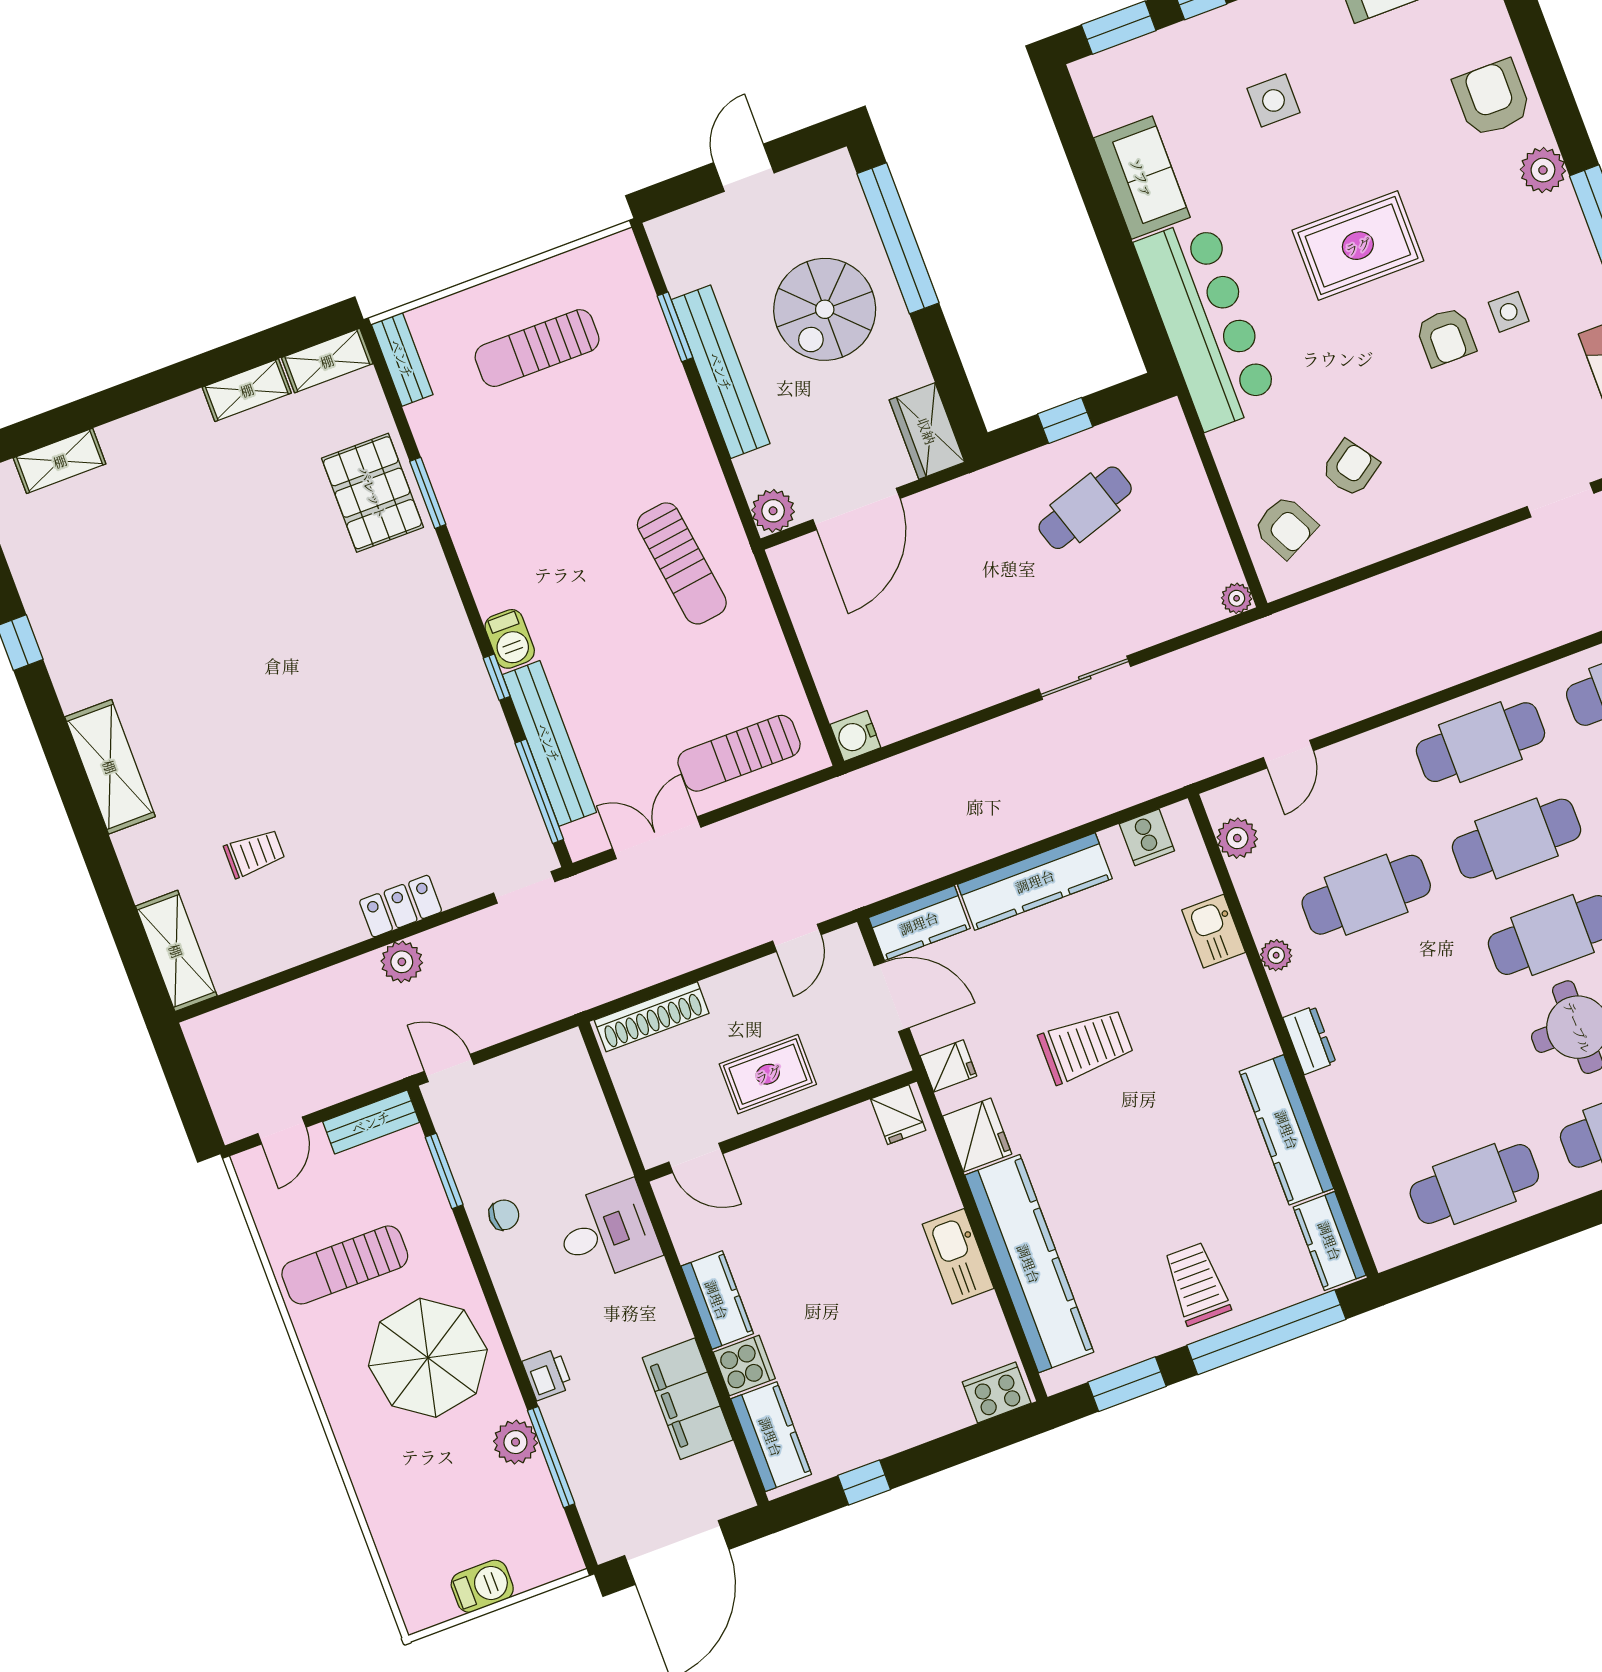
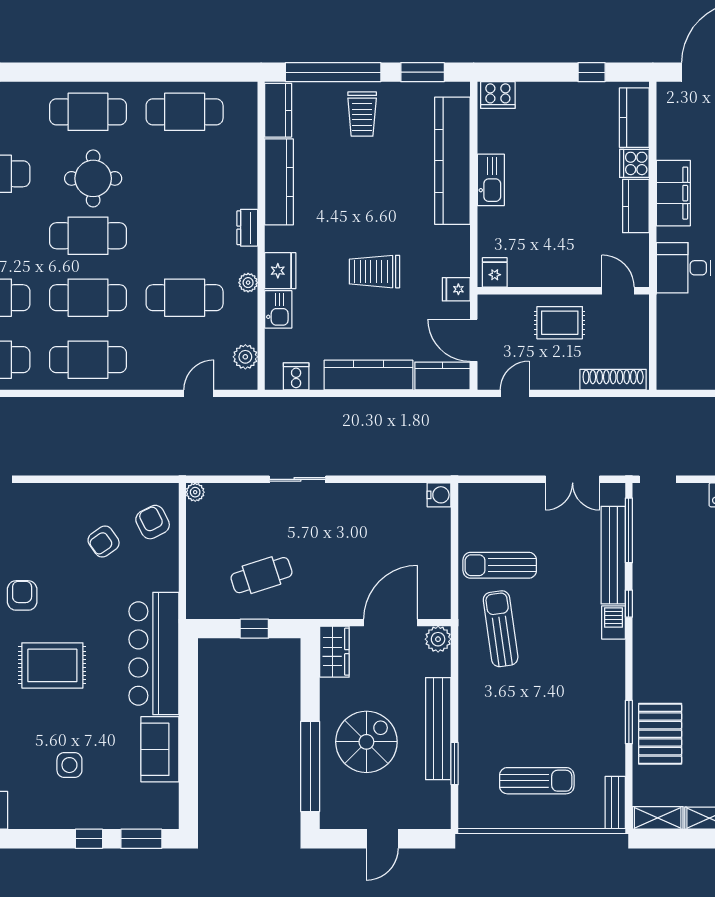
sun lounger: (739, 753) -> (500, 565), moved, turned 180
fridge: (977, 1135) -> (280, 271), moved, turned 180
filing cabinet: (688, 1399) -> (673, 193), moved

